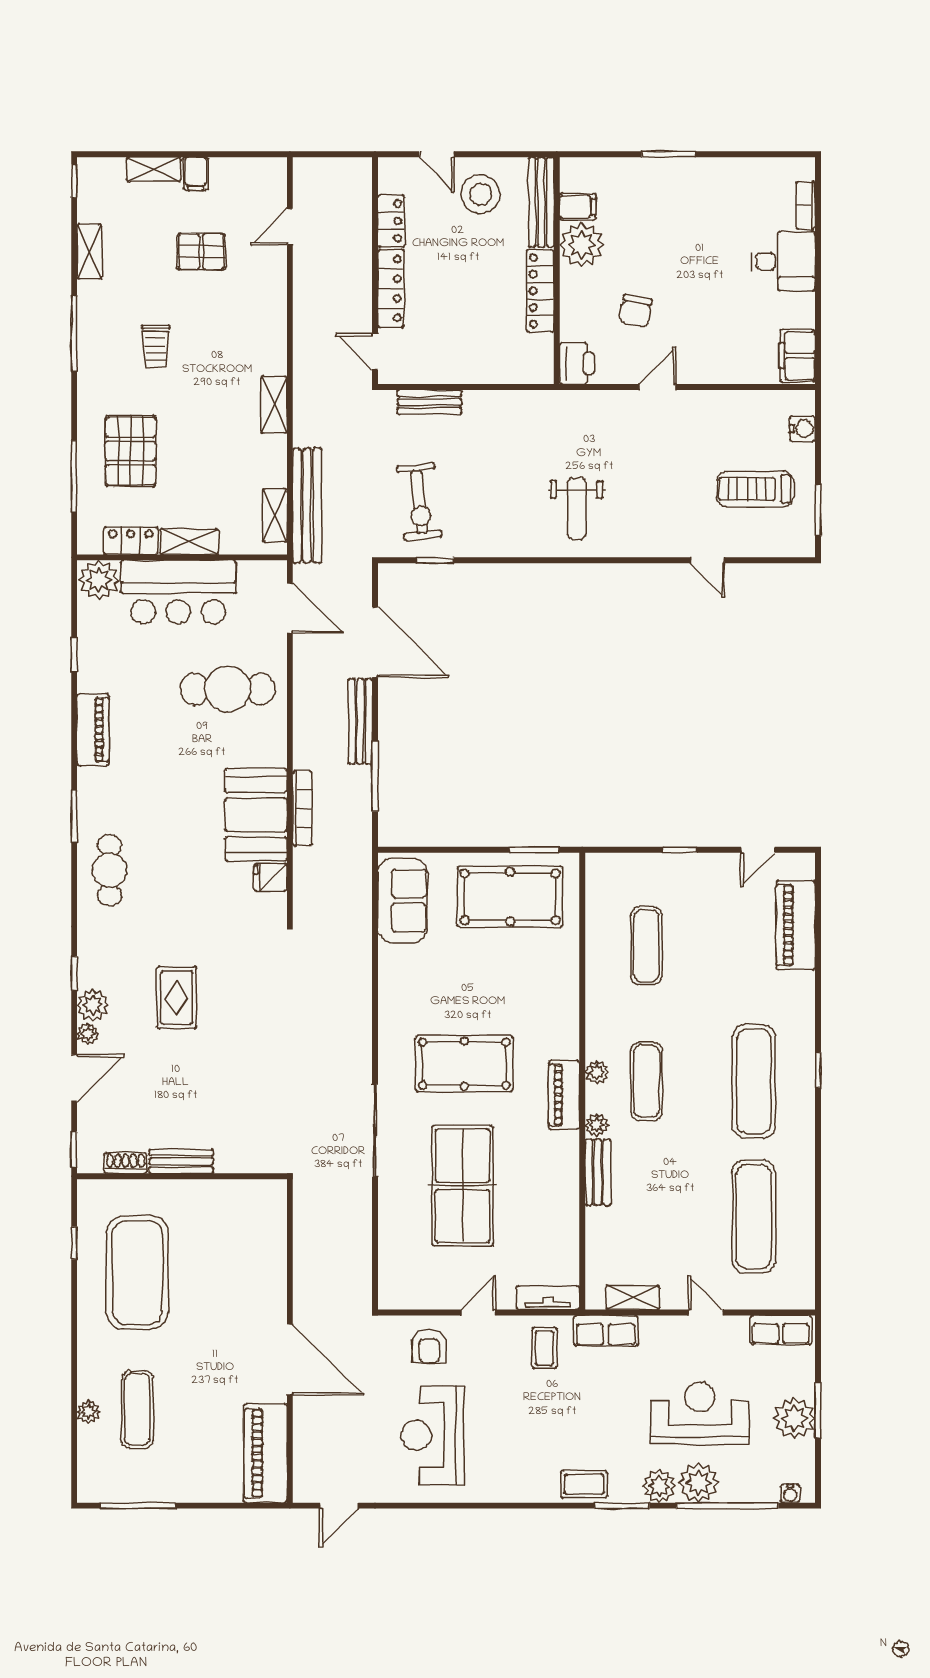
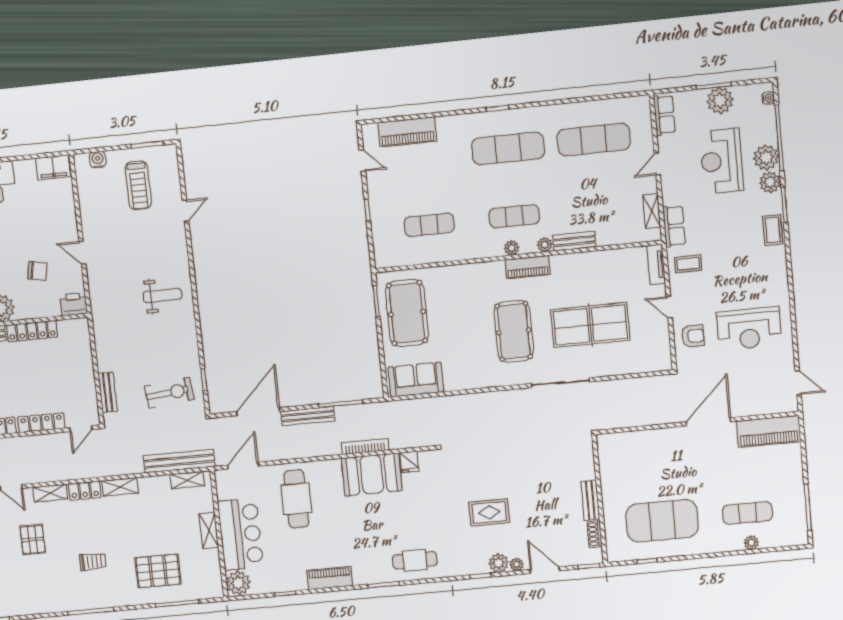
shelving: (89, 252) -> (50, 493), moved
locker: (131, 541) -> (85, 491), moved, turned -90

